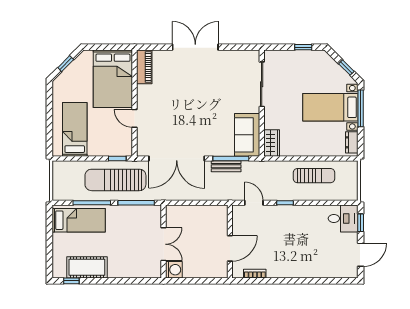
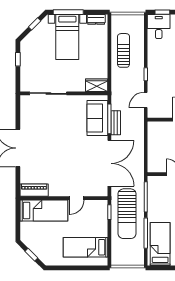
bed: (113, 79) -> (44, 210), width x0.67
sofa: (247, 135) -> (97, 118), moved, turned 90

